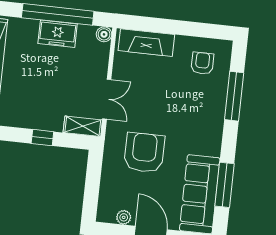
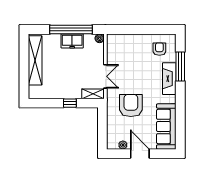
fireplace: (146, 43) -> (169, 79), moved, turned 90
window: (224, 185) -> (180, 119), removed

